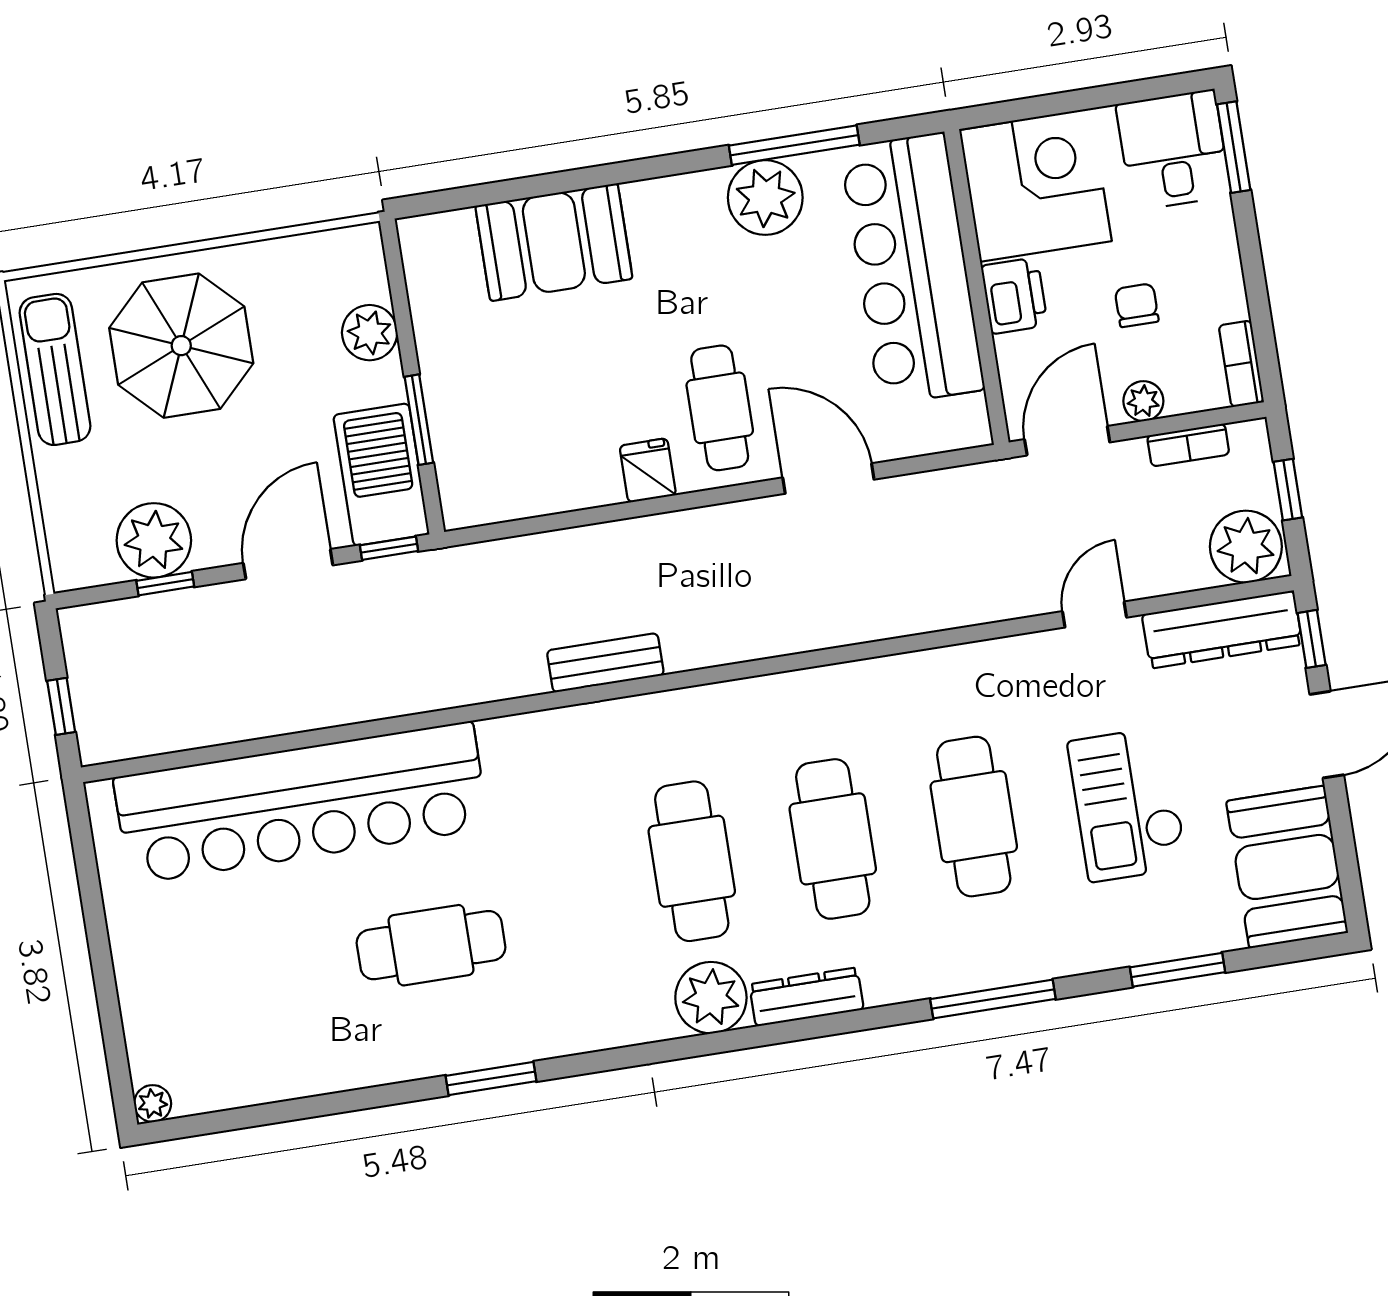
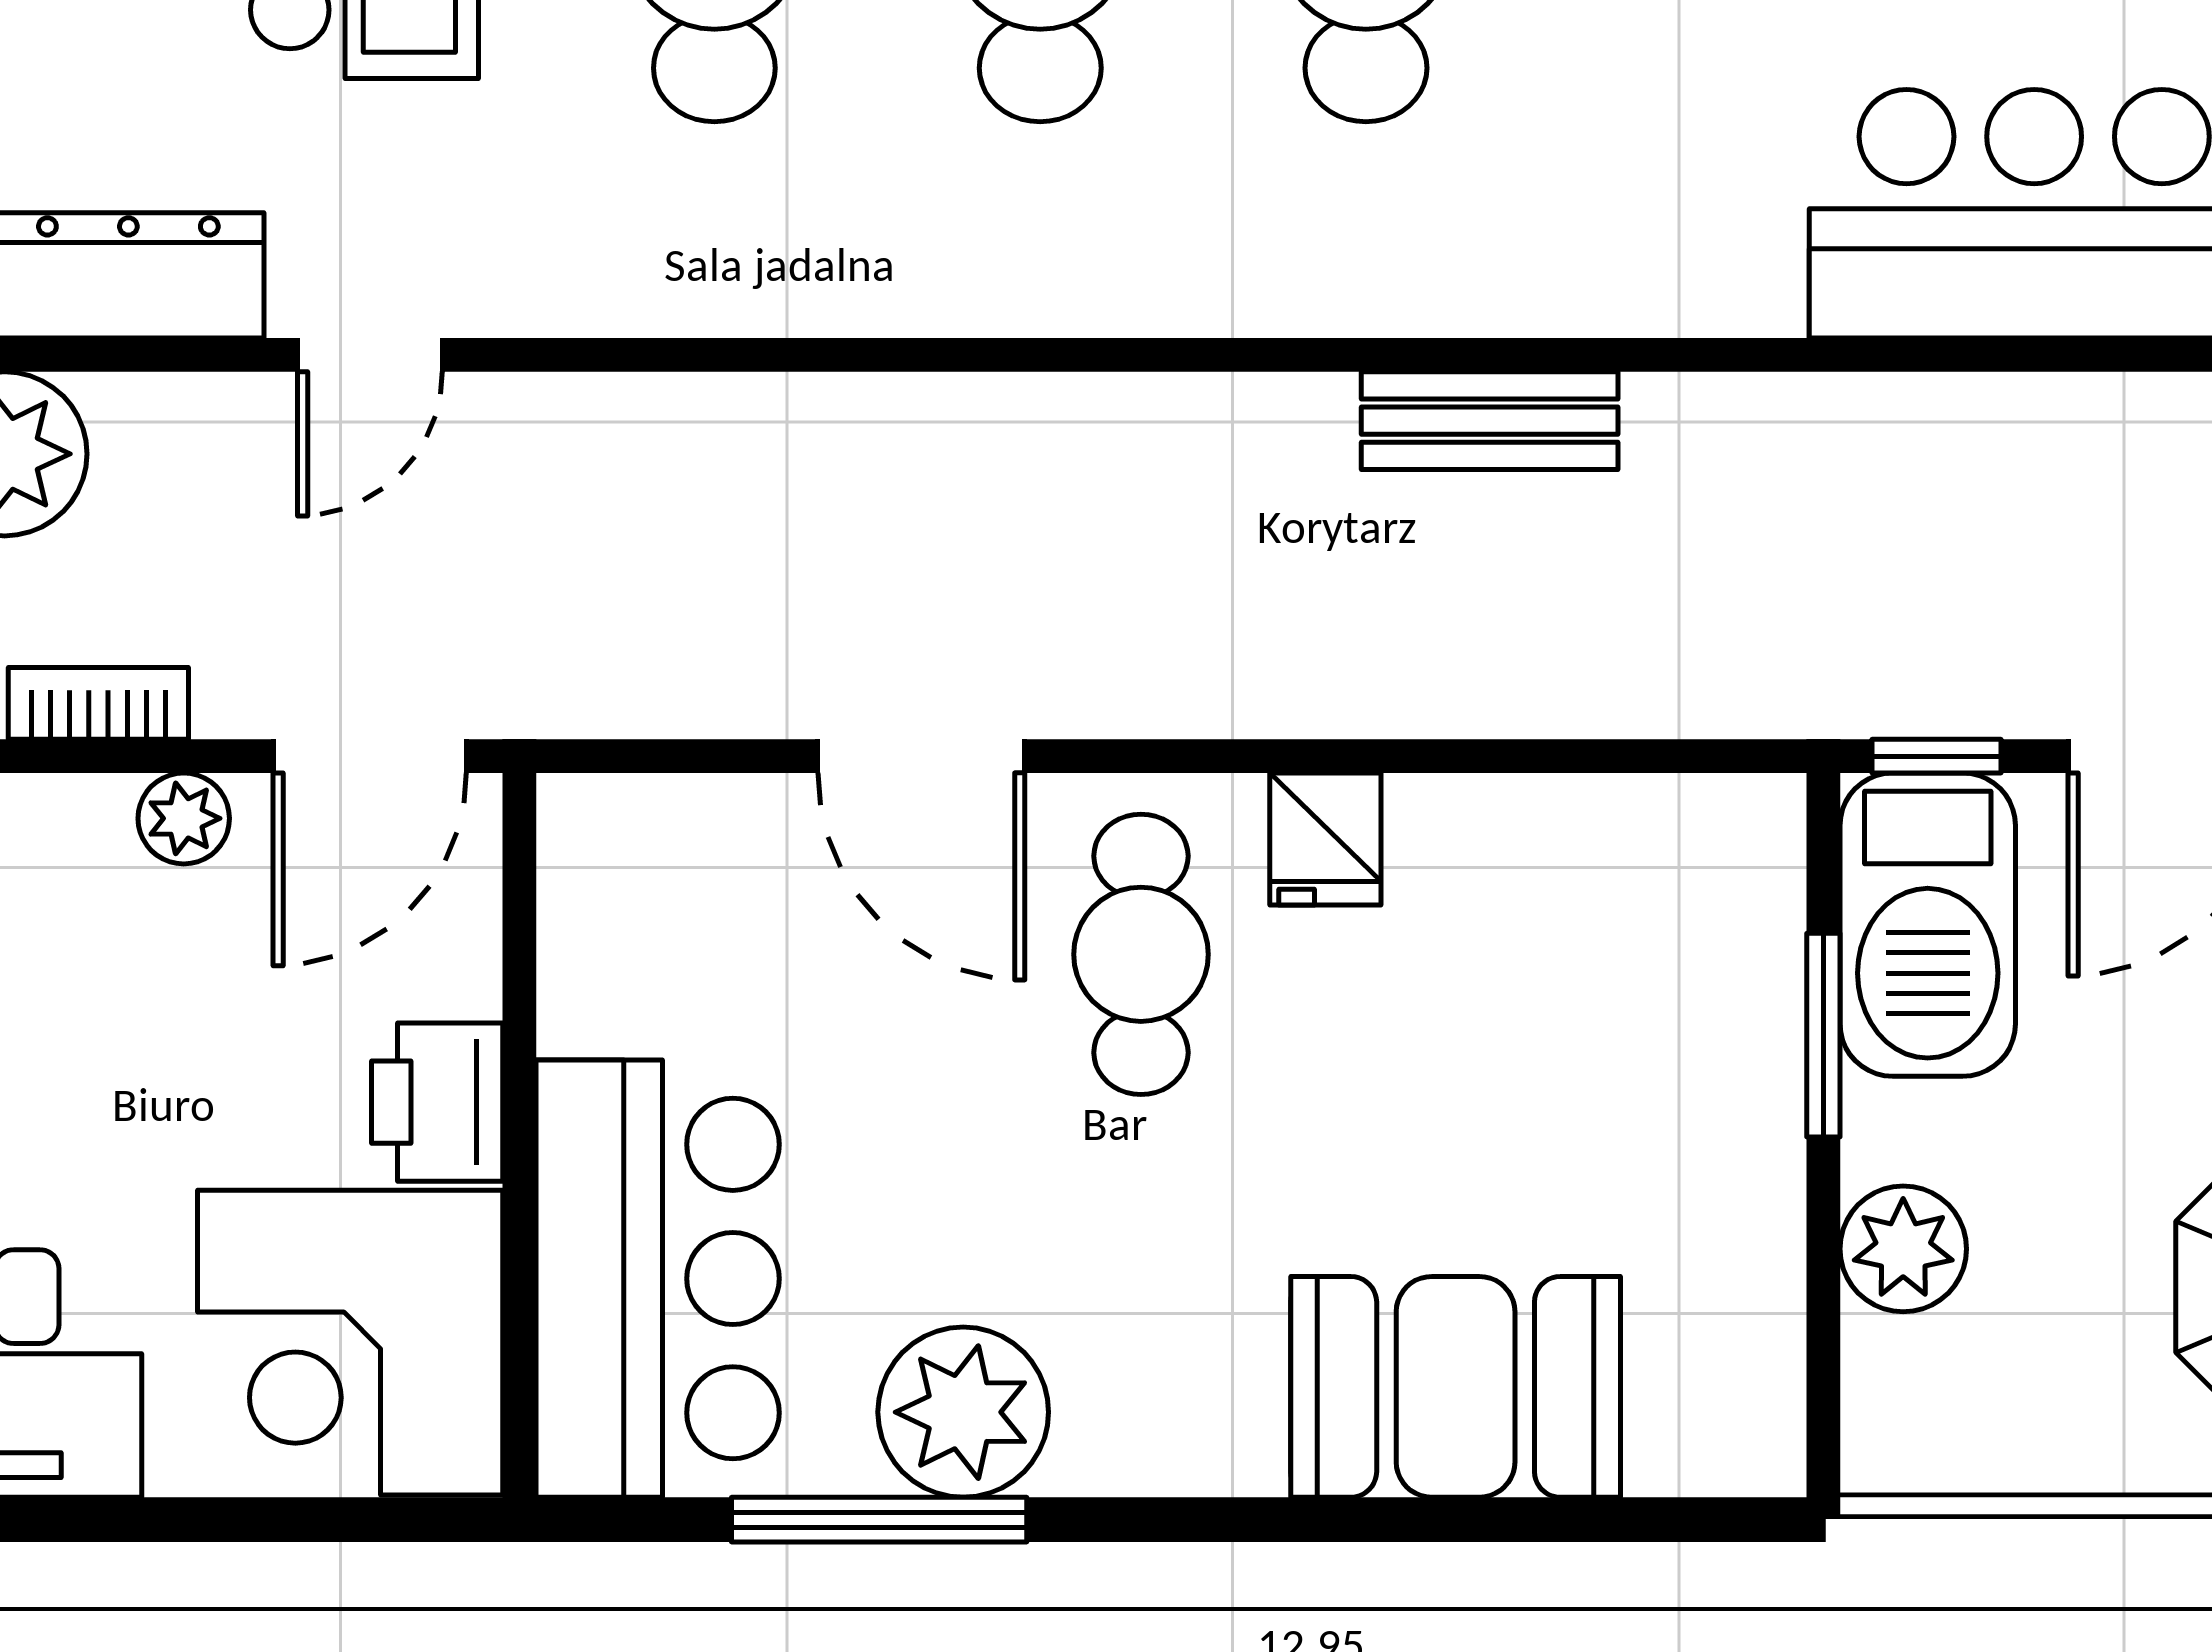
bar counter: (912, 269) -> (658, 1279), width x0.73
chair: (1137, 305) -> (165, 1037), removed

